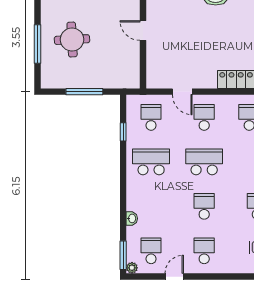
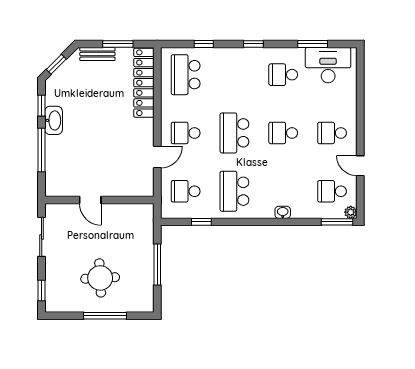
door: (143, 31) -> (90, 200), hinge flipped
washbasin: (132, 218) -> (283, 212), moved

